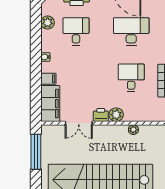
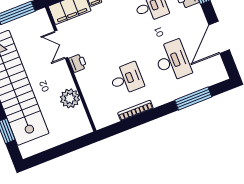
plant: (116, 115) -> (84, 78), removed
plant: (133, 130) -> (70, 98), width x1.87, depth x1.87

